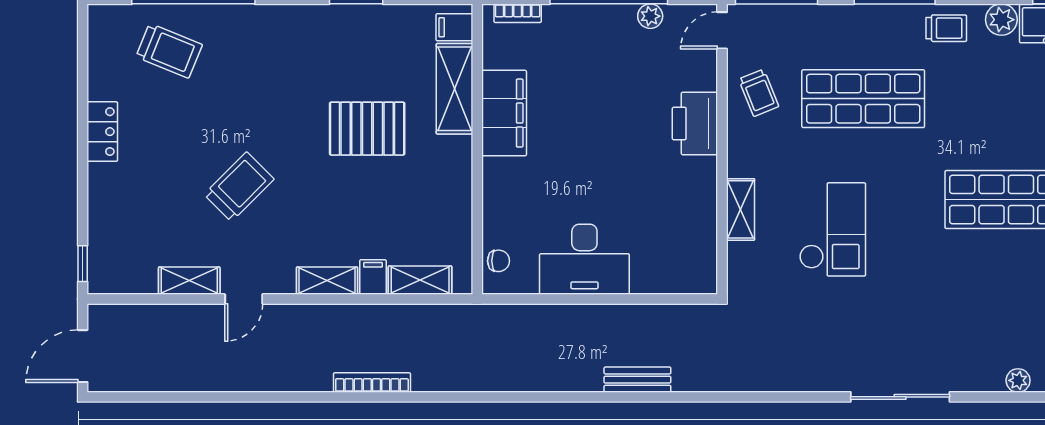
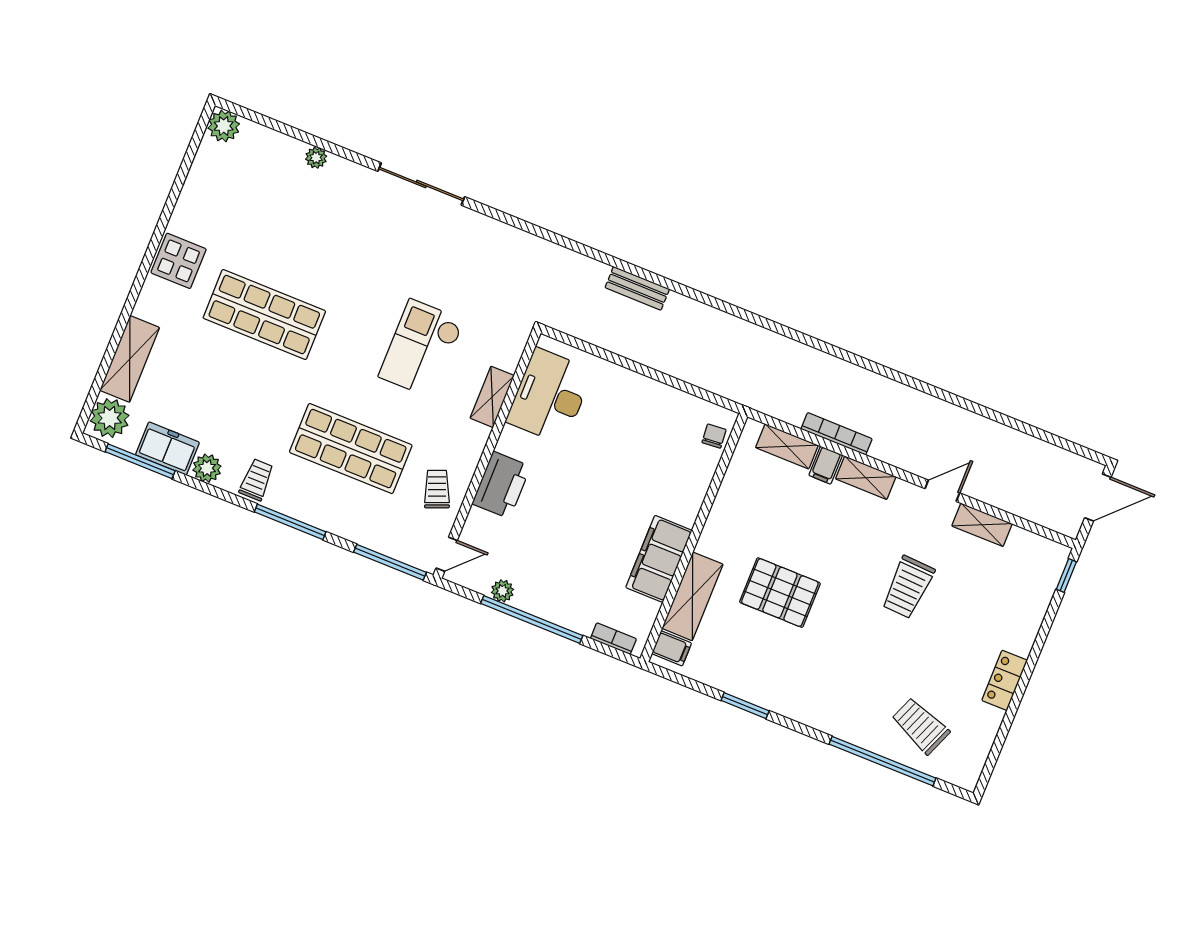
trolley: (946, 28) -> (257, 480), turned 90
trolley: (239, 187) -> (908, 587), turned -42
desk: (584, 259) -> (550, 396), moved, turned -90
chair: (499, 261) -> (714, 436), turned 85
bookcase: (372, 382) -> (837, 434), moved, turned 180

